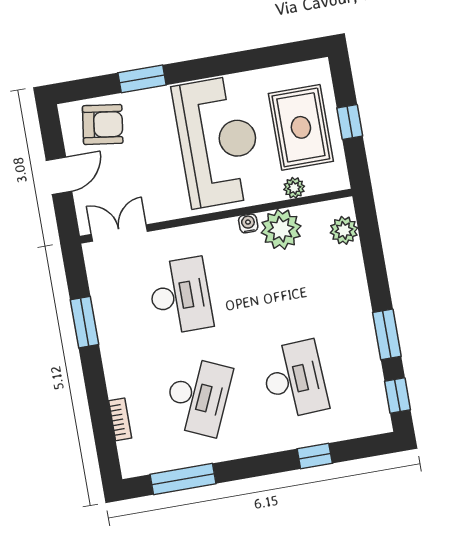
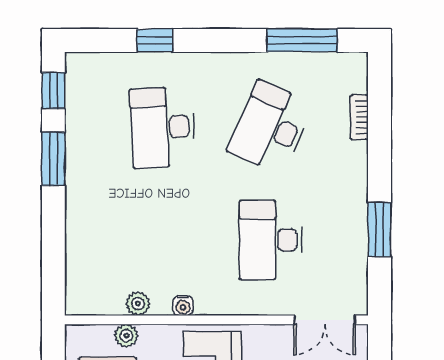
plant: (281, 229) -> (138, 304), width x0.53, depth x0.53
plant: (344, 230) -> (80, 280), removed

